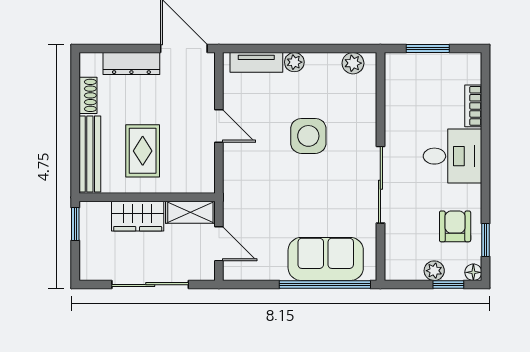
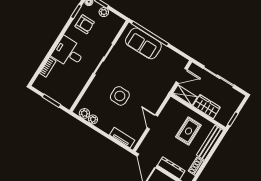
plant: (294, 62) -> (93, 119), moved
armchair: (455, 226) -> (85, 24), turned -90
door: (219, 244) -> (182, 76), swing flipped

